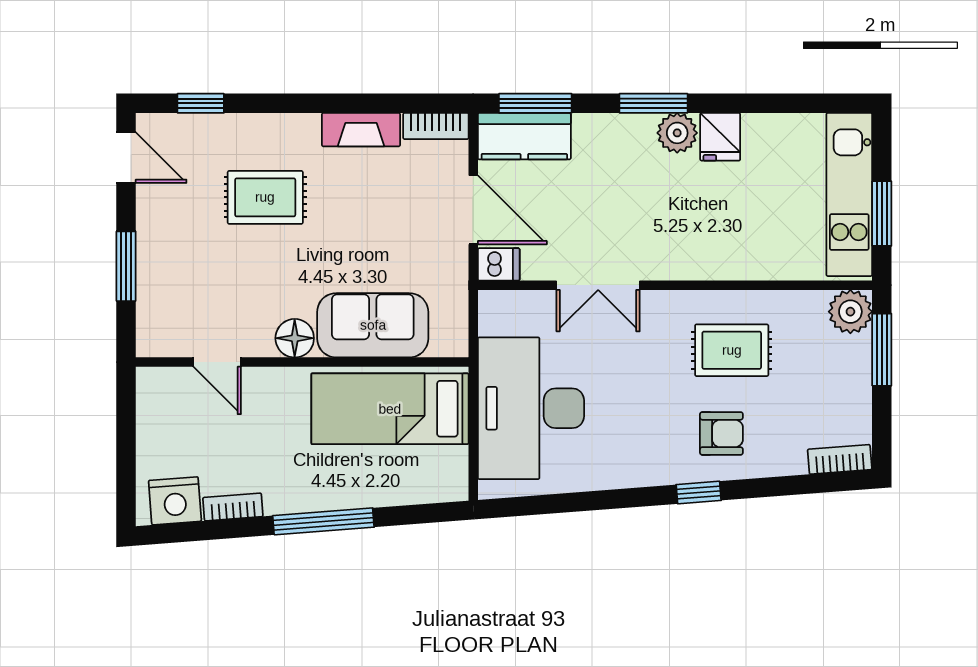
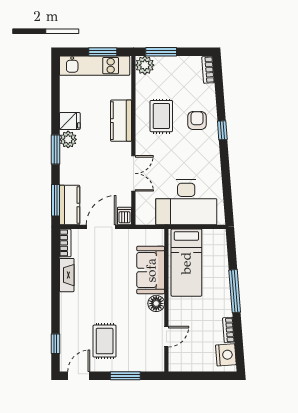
rug: (265, 197) -> (105, 341), moved
kitchen counter: (721, 256) -> (121, 121), added

